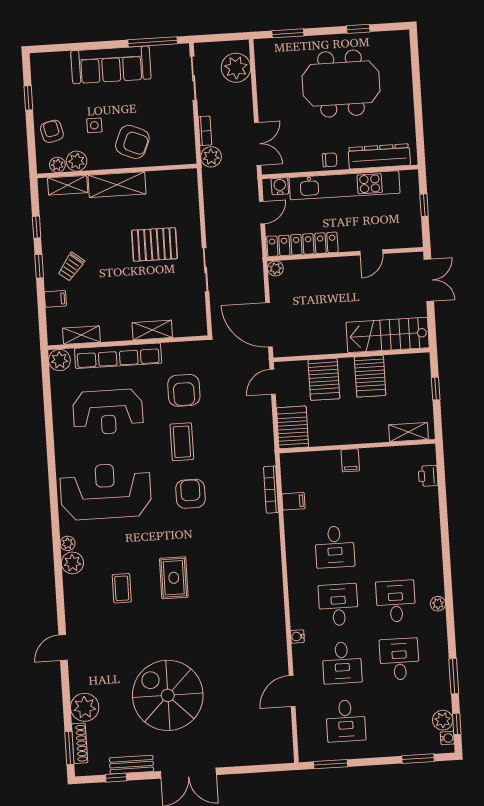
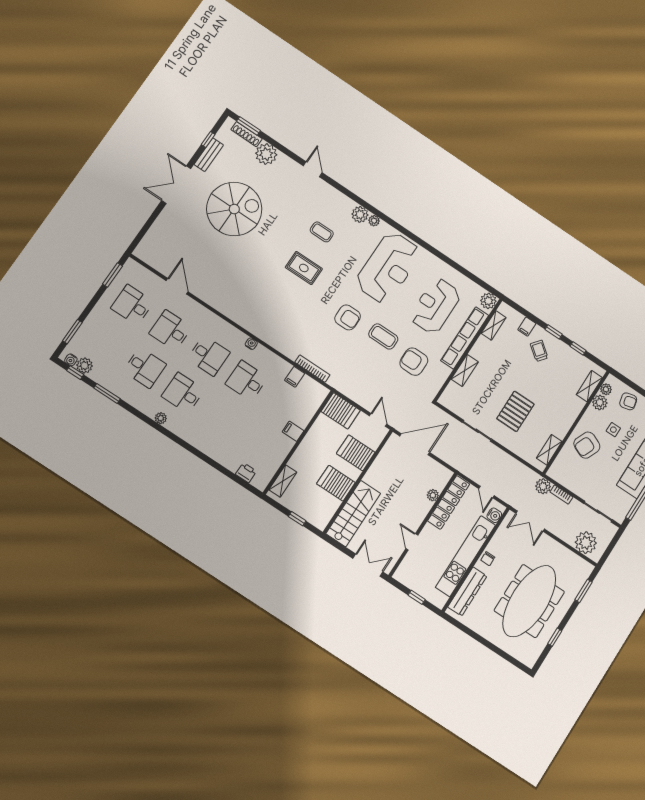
meeting table: (341, 84) -> (529, 601), width x1.36
shelving: (117, 185) -> (549, 450), moved, width x0.67, depth x0.75
plant: (275, 268) -> (433, 495), moved
double door: (429, 280) -> (368, 565), swing flipped
desk: (396, 601) -> (183, 393), turned 180
water cooler: (297, 636) -> (251, 344), moved

